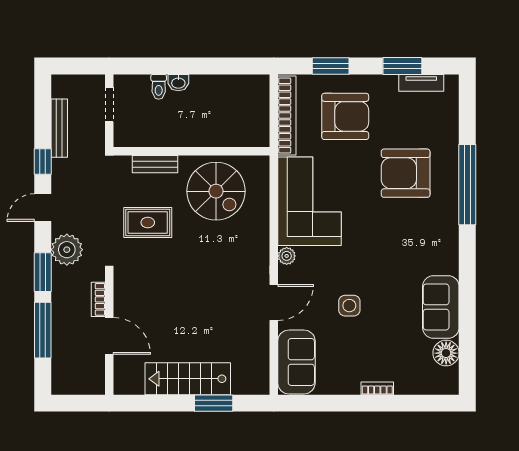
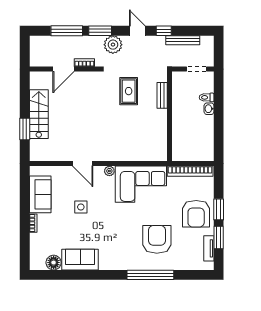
window: (331, 66) -> (219, 209), moved
armchair: (345, 116) -> (196, 214), moved
spiral stairs: (216, 191) -> (147, 130), removed
sofa: (296, 362) -> (40, 194), moved, turned -90

